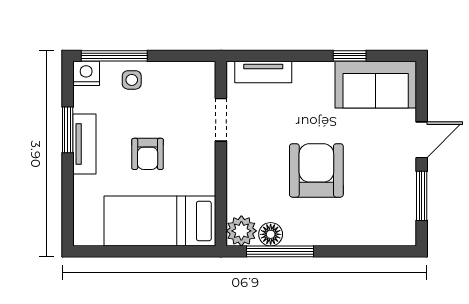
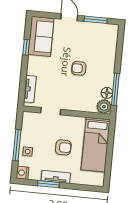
window: (114, 56) -> (17, 145), moved
armchair: (316, 170) -> (79, 68), width x0.53, depth x0.53

